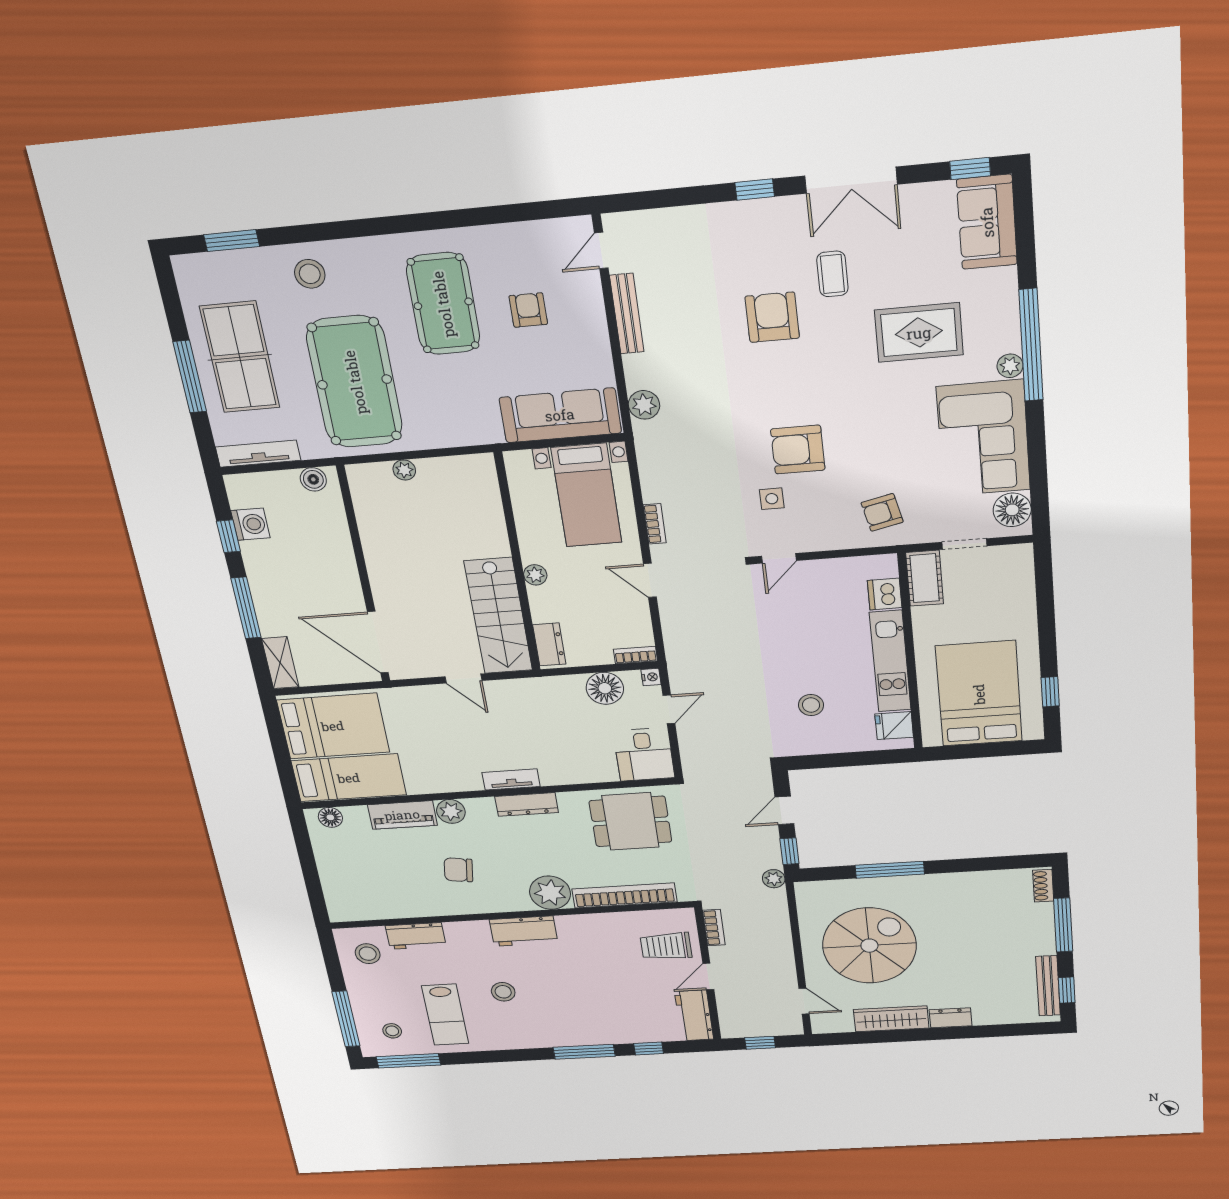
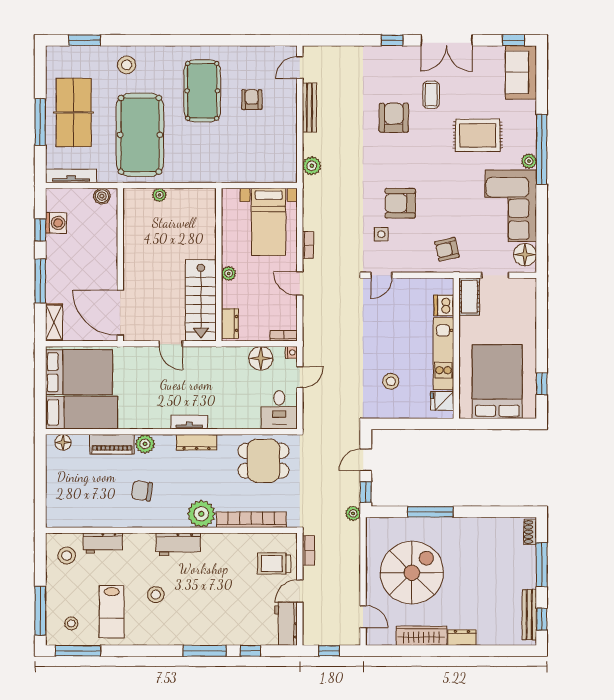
sofa: (560, 415) -> (261, 168), removed

